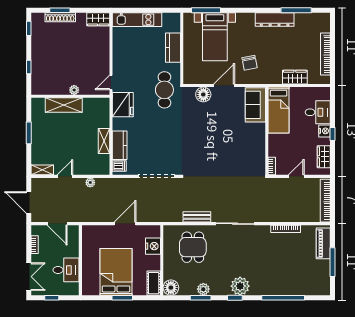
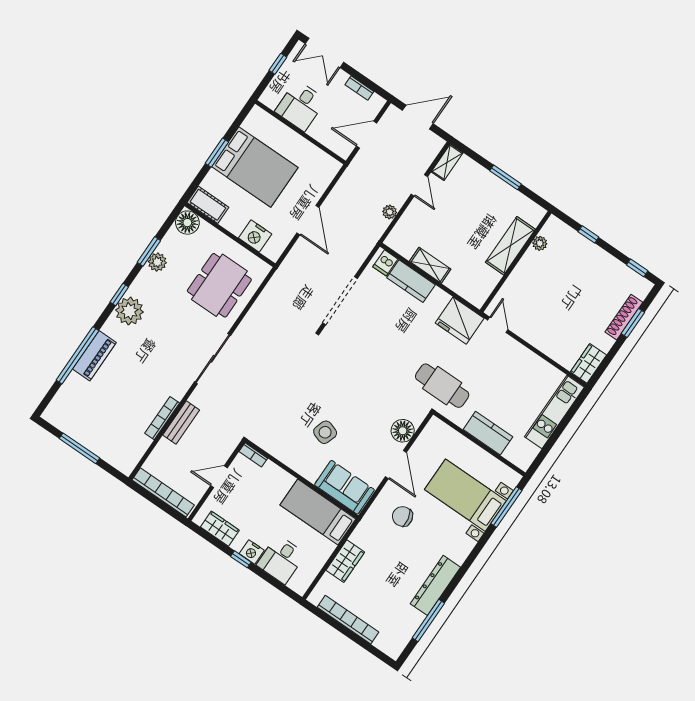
plant: (74, 90) -> (540, 243), moved
side table: (233, 136) -> (325, 432), added
door: (296, 176) -> (219, 477), swing flipped
bench: (197, 217) -> (181, 422), moved
piano: (323, 243) -> (94, 356), moved, turned 90
dining table: (193, 247) -> (219, 285), width x1.38

